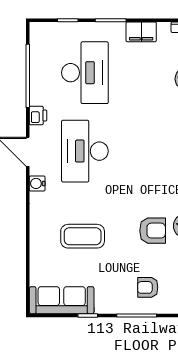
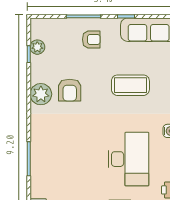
armchair: (153, 231) -> (70, 90), turned -90
armchair: (148, 287) -> (91, 39), moved

